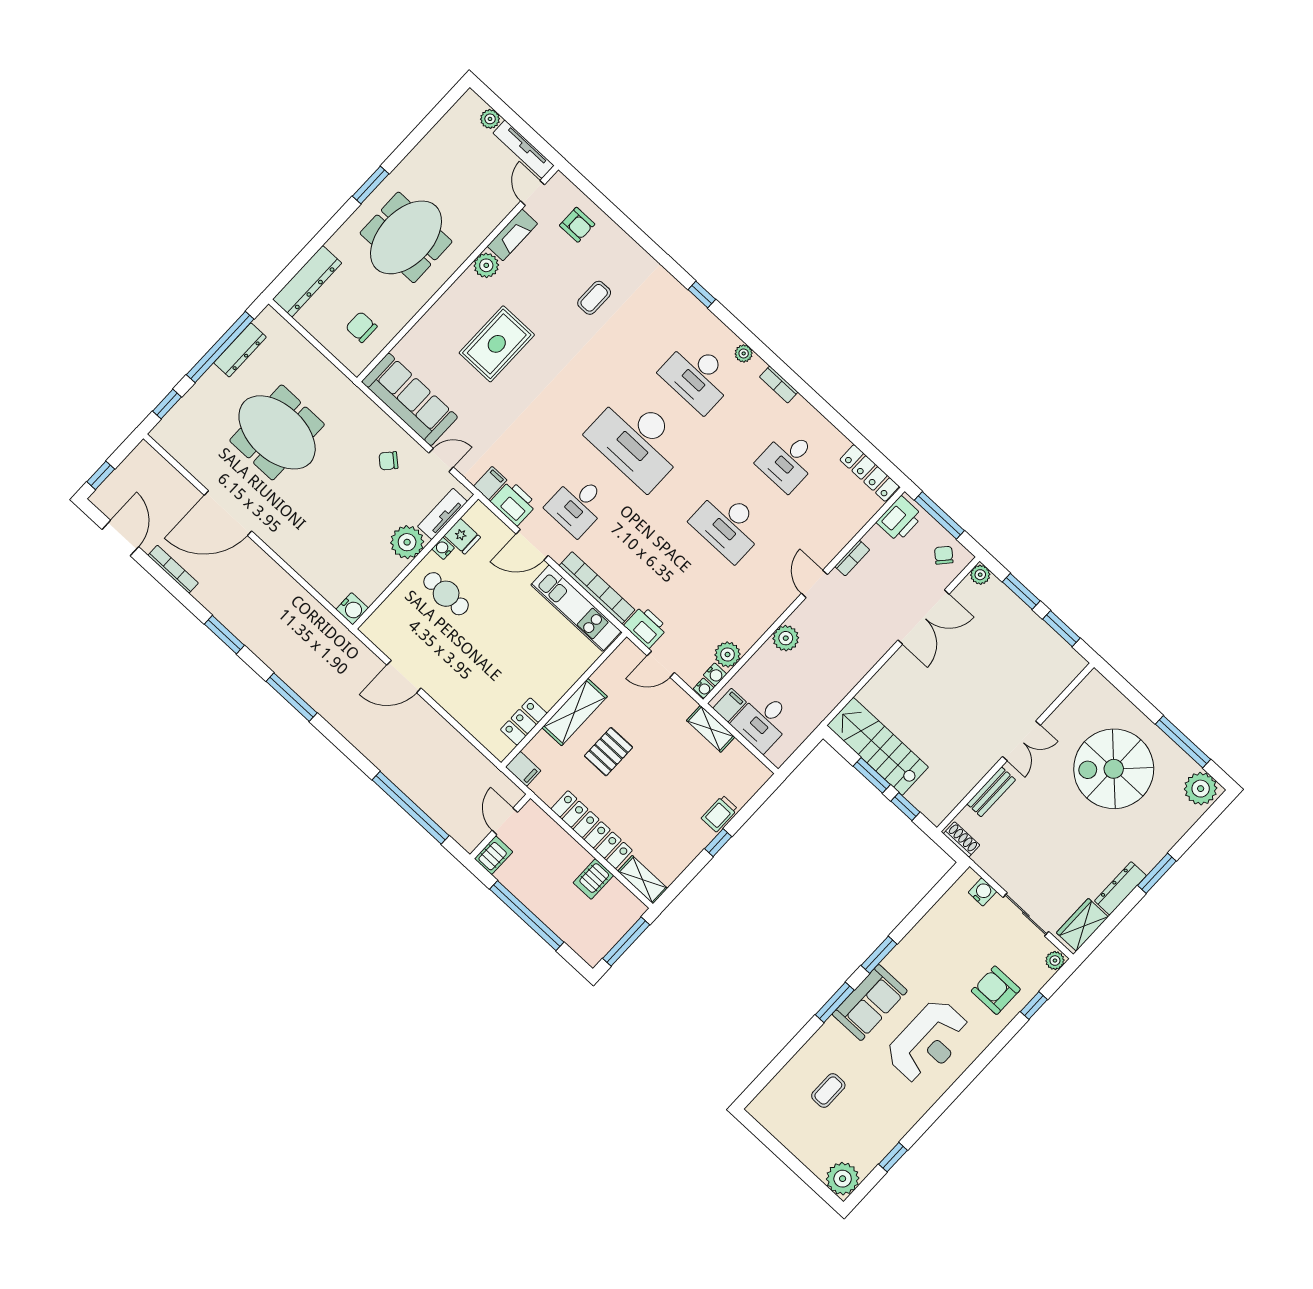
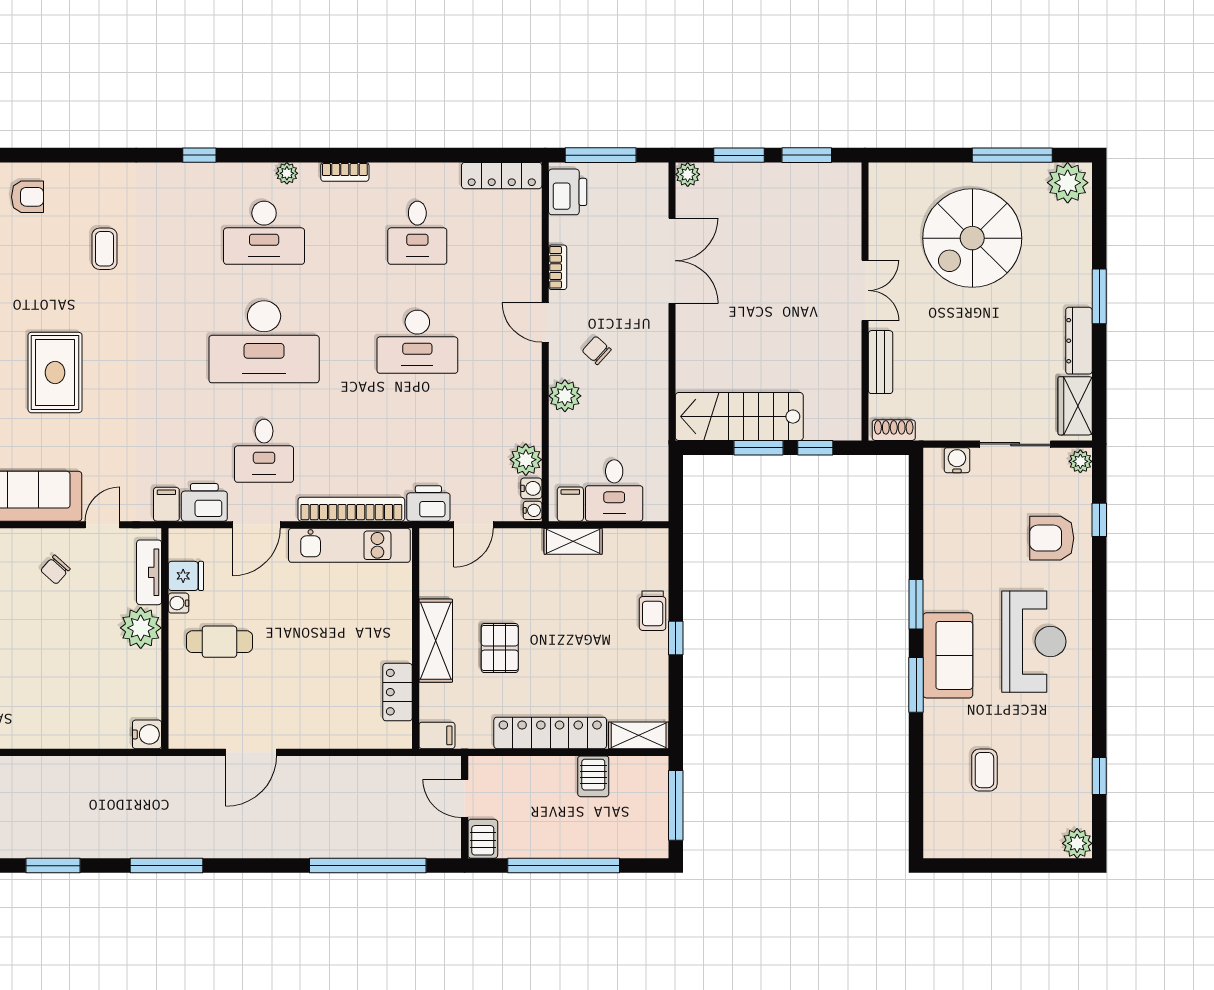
chair: (944, 555) -> (597, 350), moved
plant: (843, 1179) -> (1077, 843), width x0.73, depth x0.73

